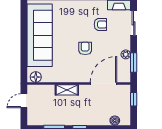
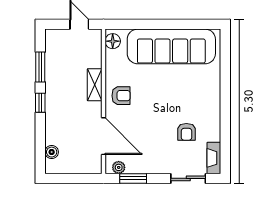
armchair: (85, 48) -> (121, 96), moved
plant: (126, 54) -> (119, 167), moved
window: (134, 99) -> (82, 178), removed

